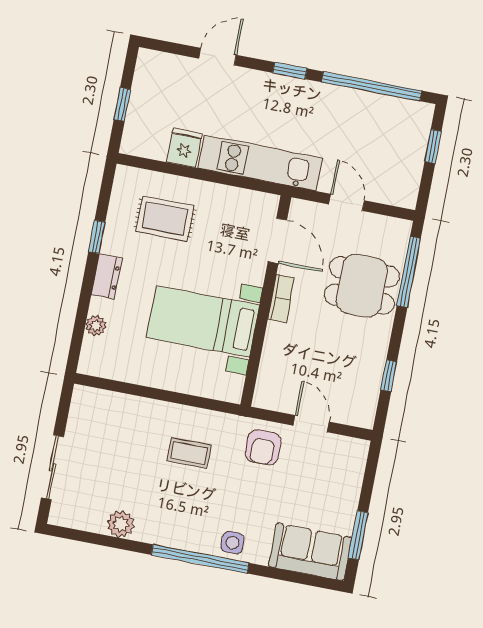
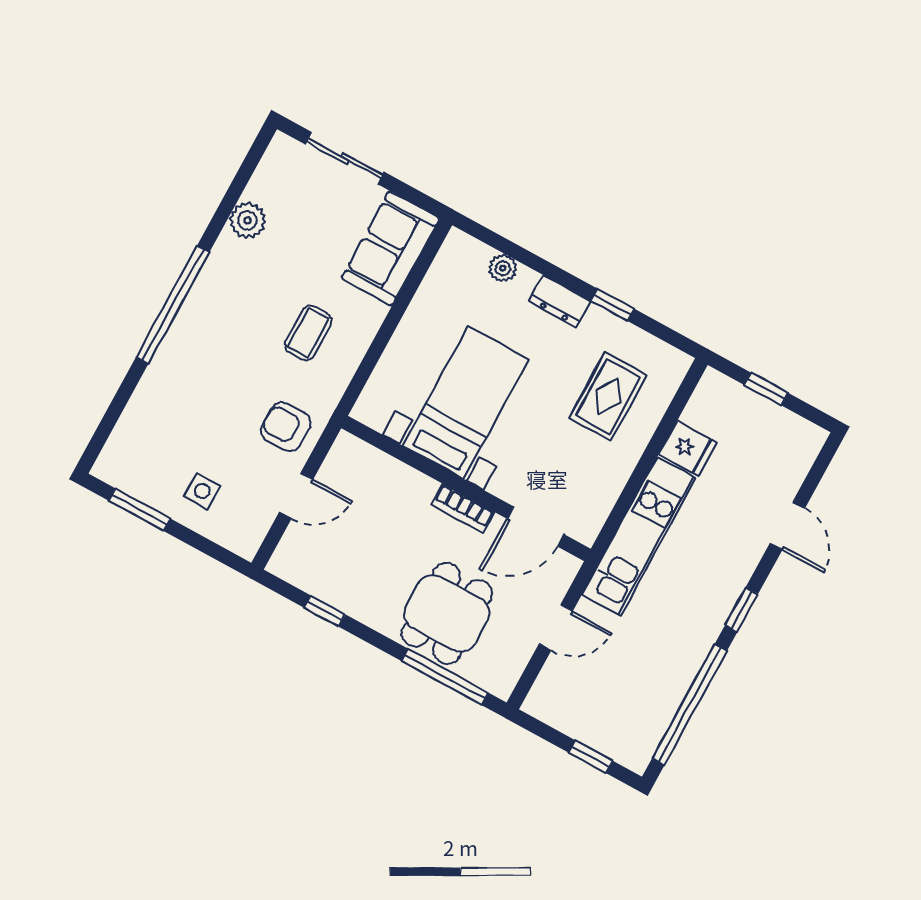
side table: (233, 543) -> (202, 491), moved
sofa: (310, 552) -> (391, 248), moved, turned 180

